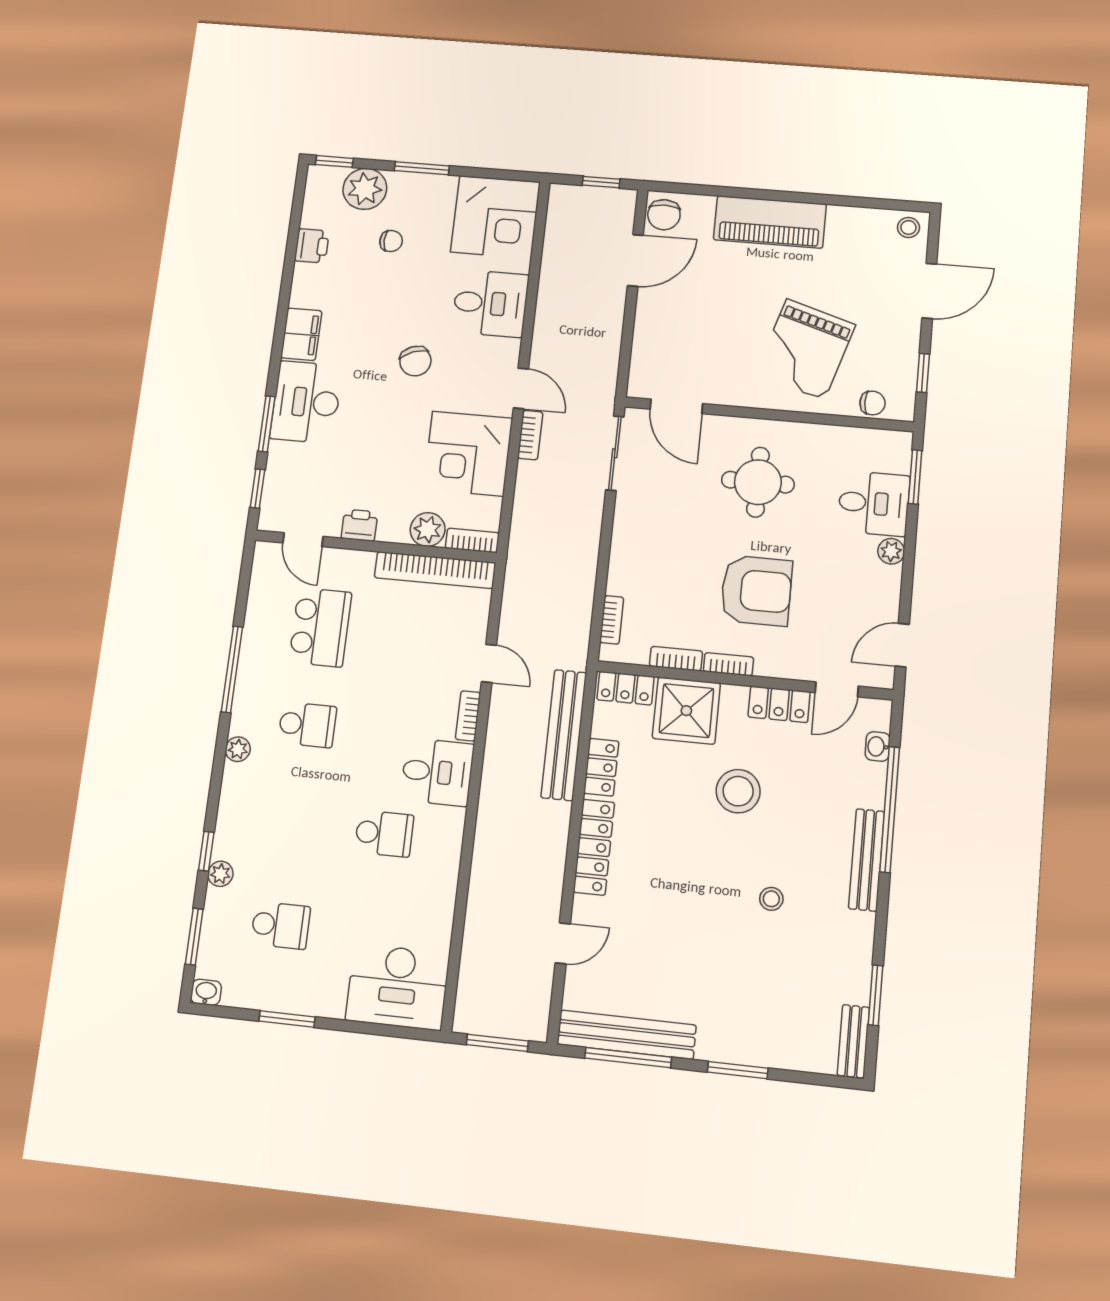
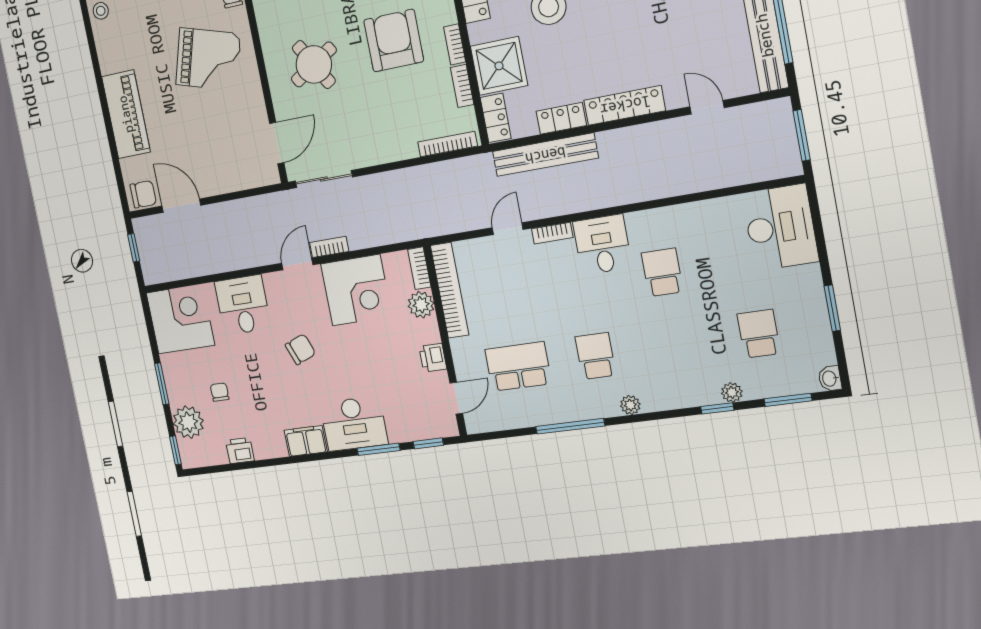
round table: (758, 482) -> (314, 64), turned -31
bookcase: (612, 620) -> (447, 144), width x1.56

